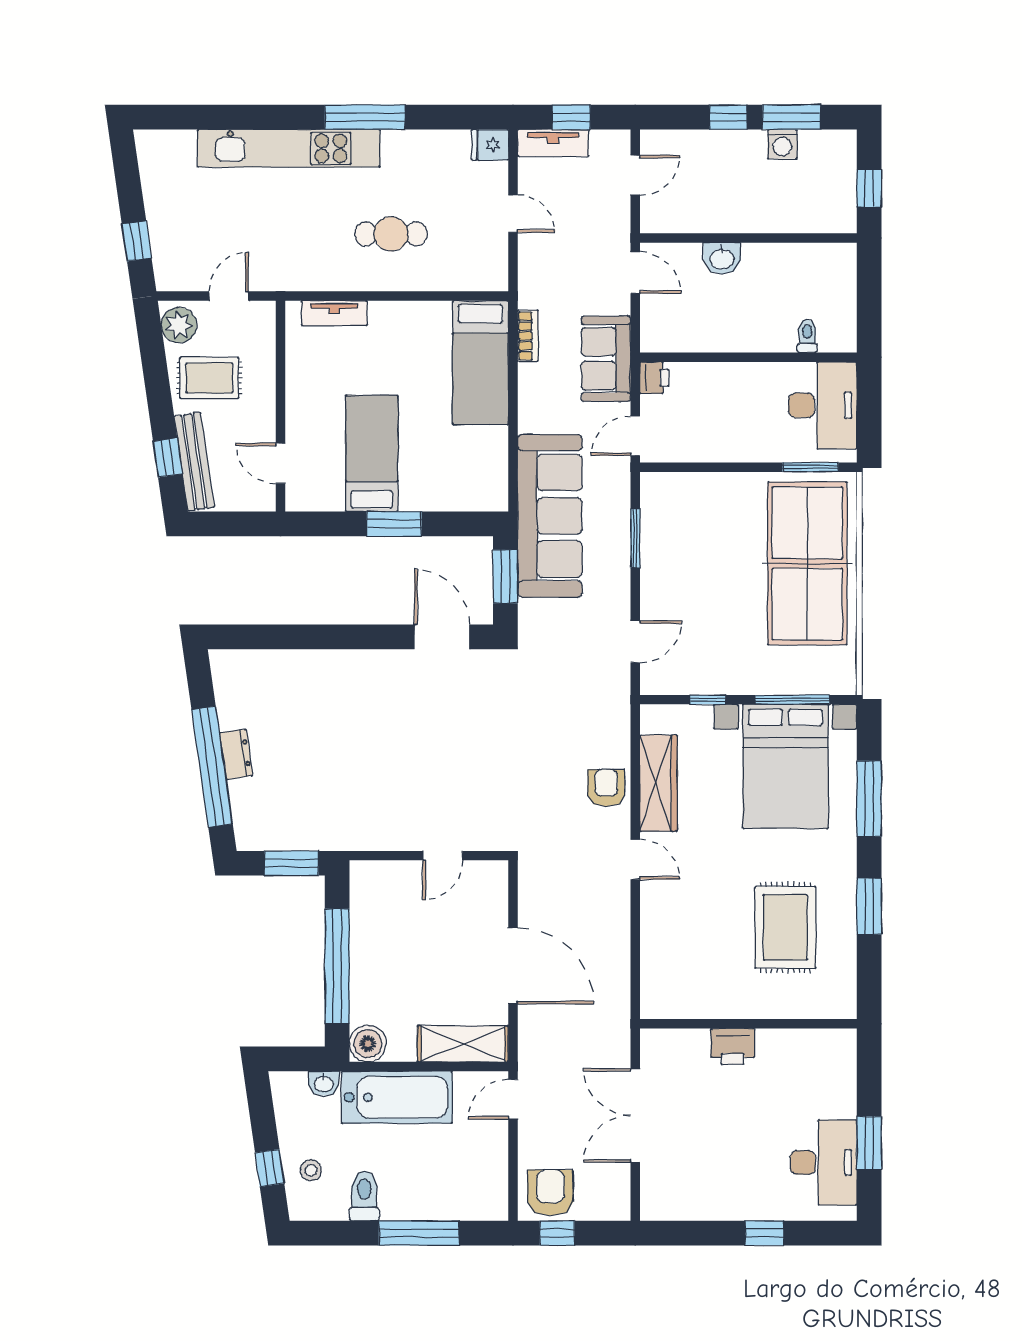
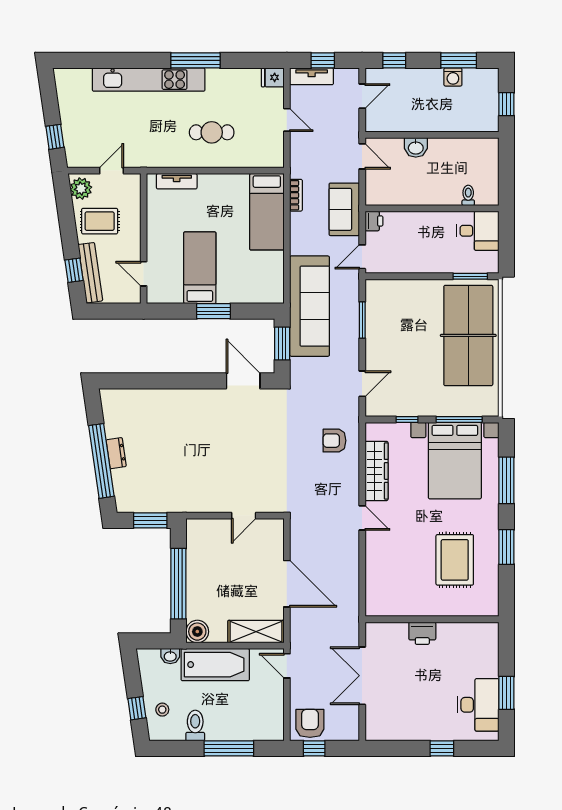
window: (728, 117) -> (394, 60), moved
desk: (823, 405) -> (478, 231), width x0.73
armchair: (606, 788) -> (334, 441), moved, turned -90
door: (513, 1099) -> (287, 666), hinge flipped

